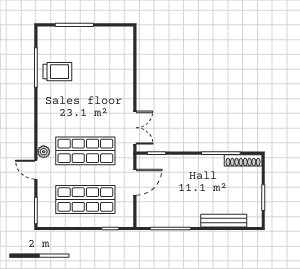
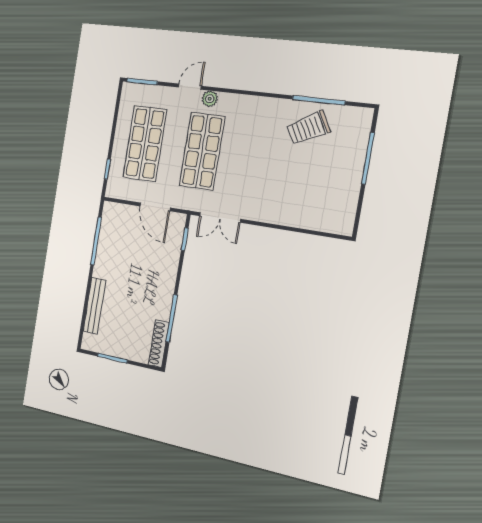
trolley: (57, 72) -> (308, 128), turned 61

